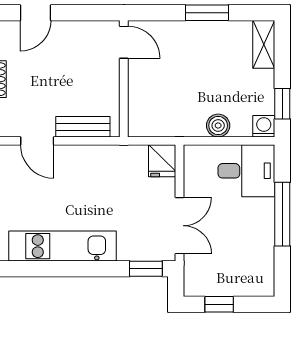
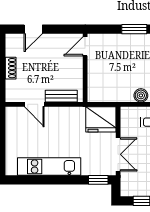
door: (124, 42) -> (85, 46), swing flipped
fridge: (162, 161) -> (101, 119), width x1.88, depth x1.34

